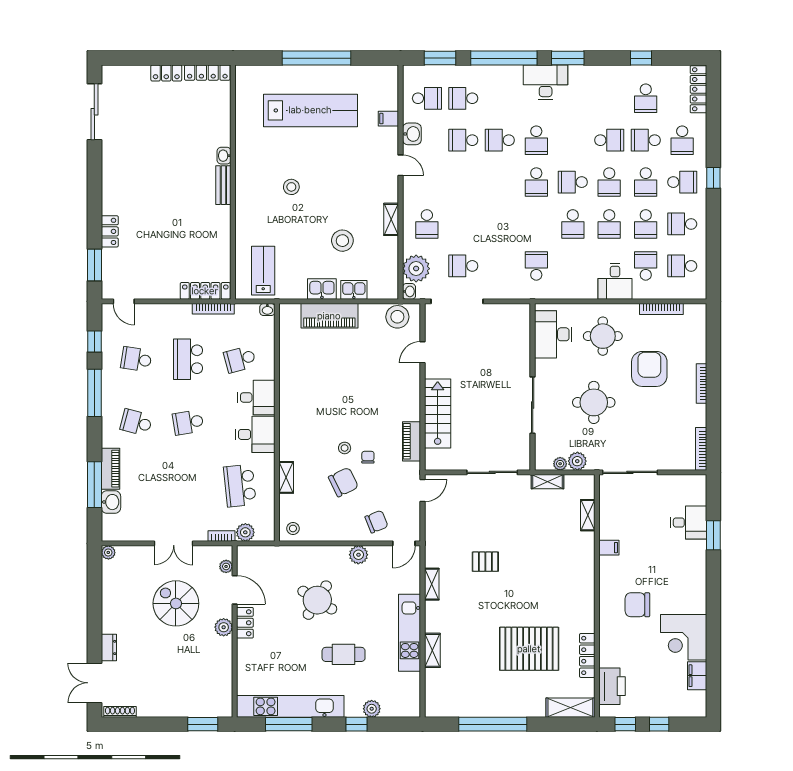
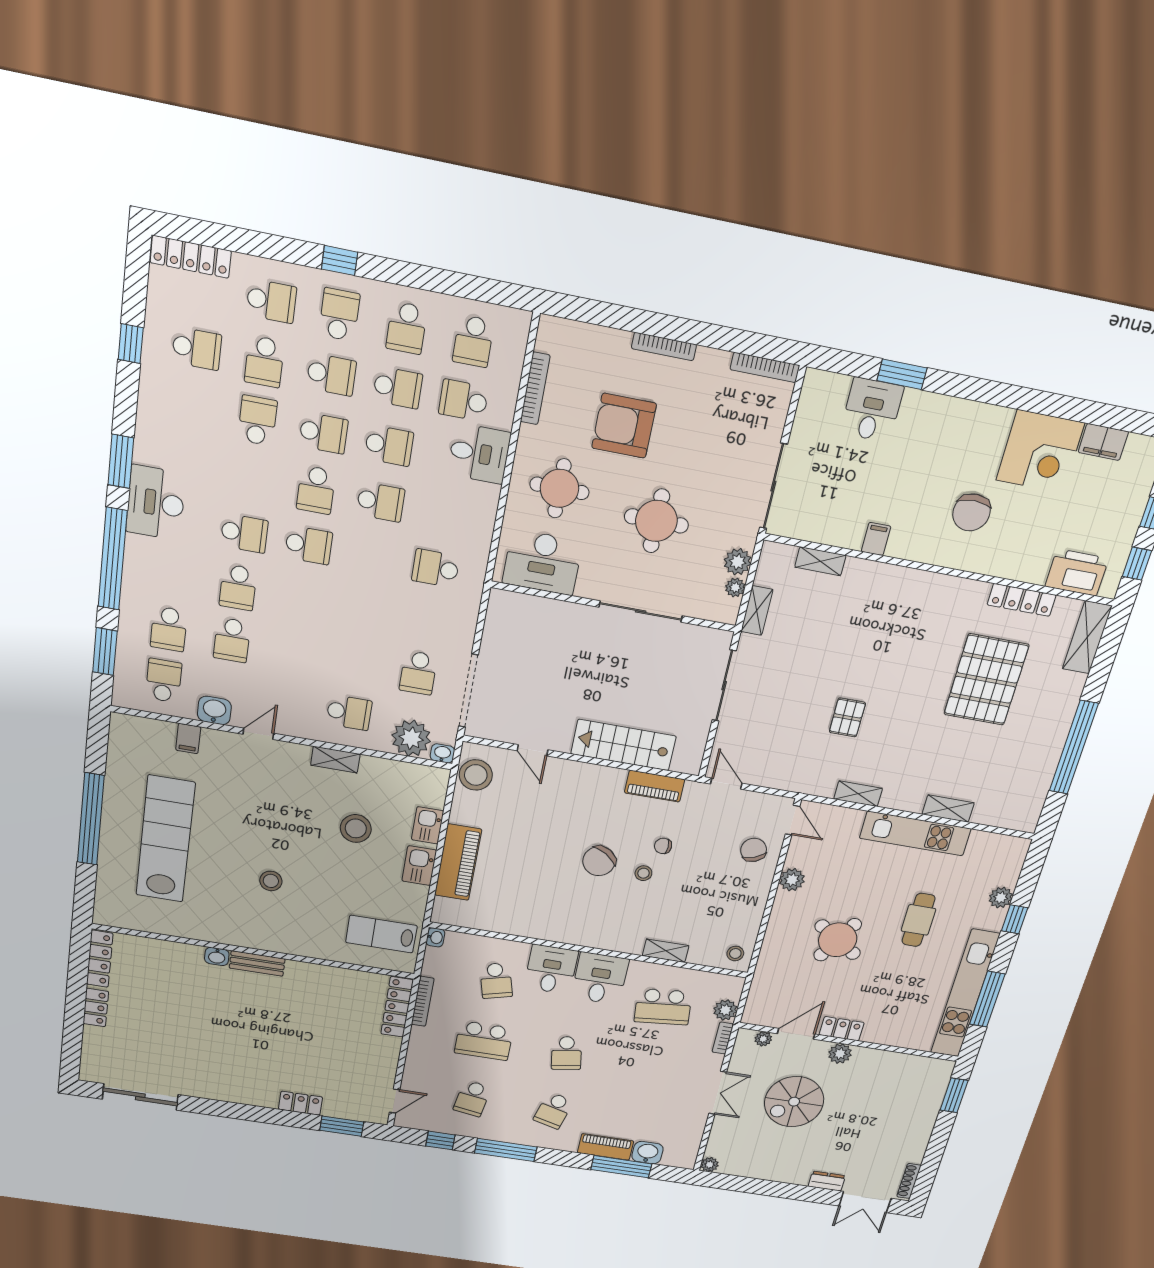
chair: (343, 482) -> (599, 861), moved, turned -121

